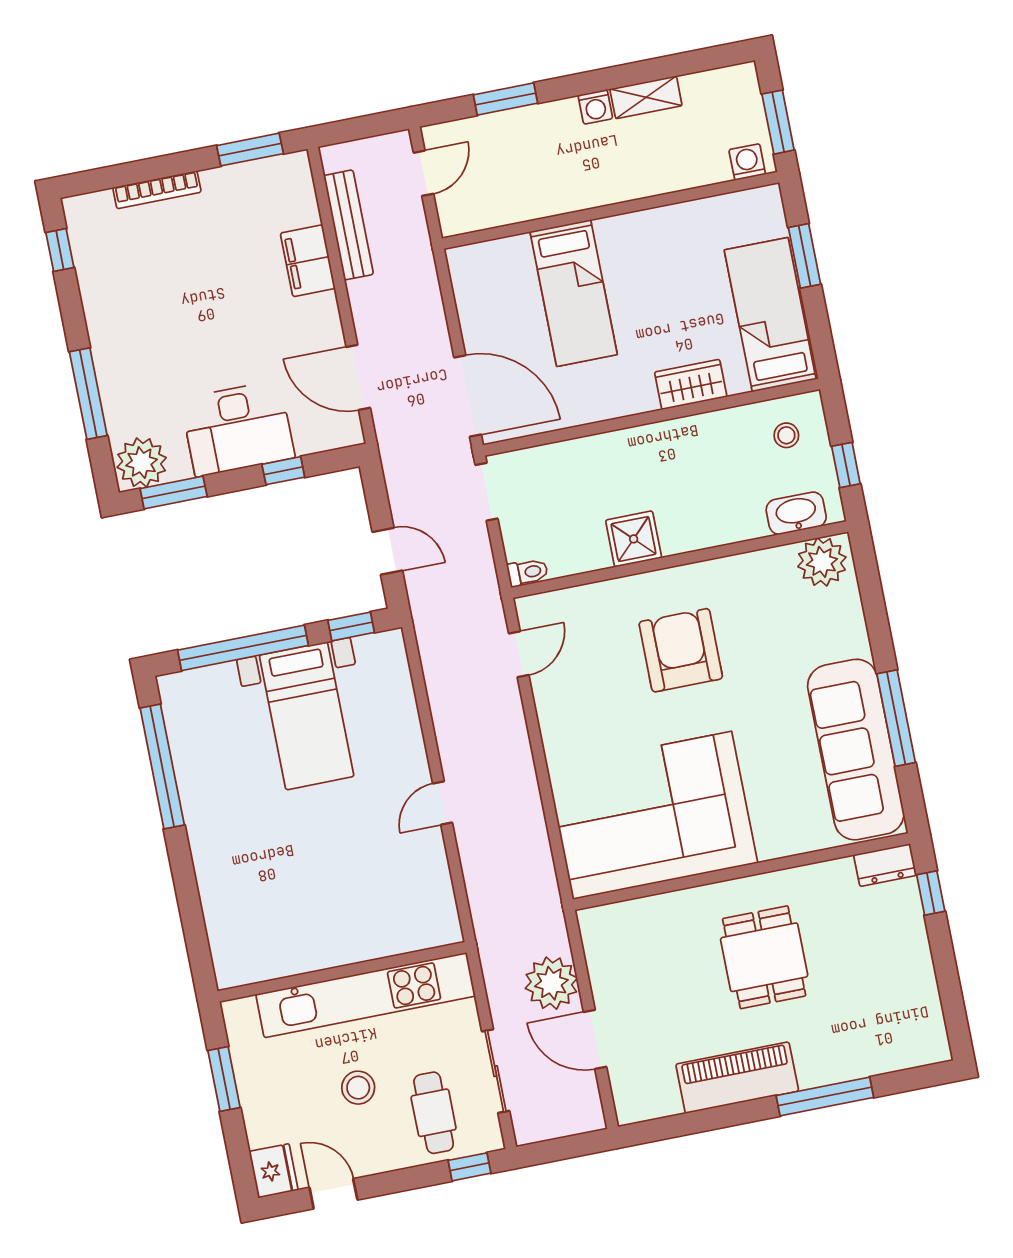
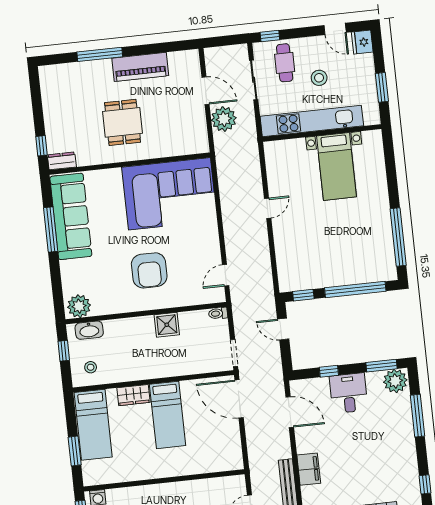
bed: (574, 293) -> (168, 415), moved, turned 180
desk: (238, 428) -> (349, 393), width x0.73
bed with nightstands: (307, 716) -> (336, 166), moved, turned 180

